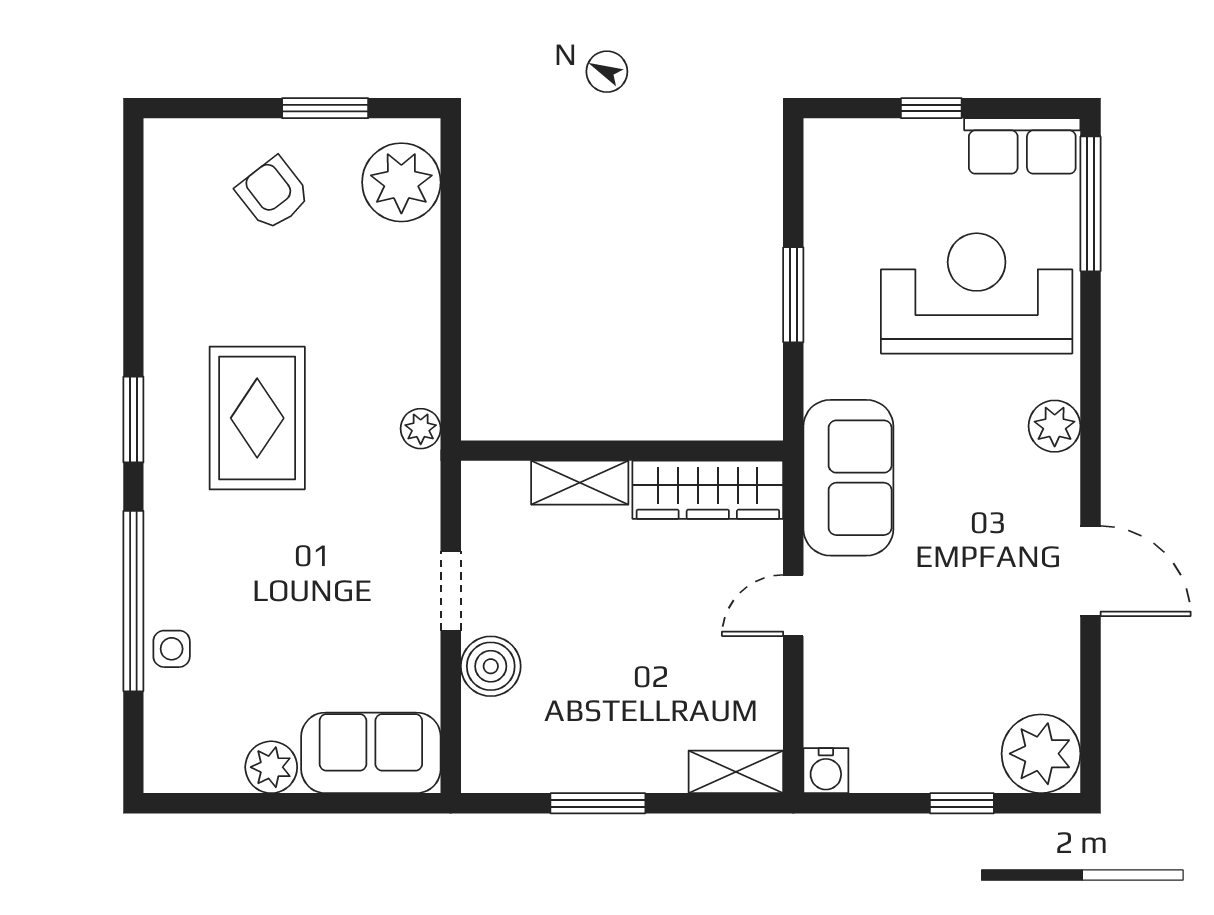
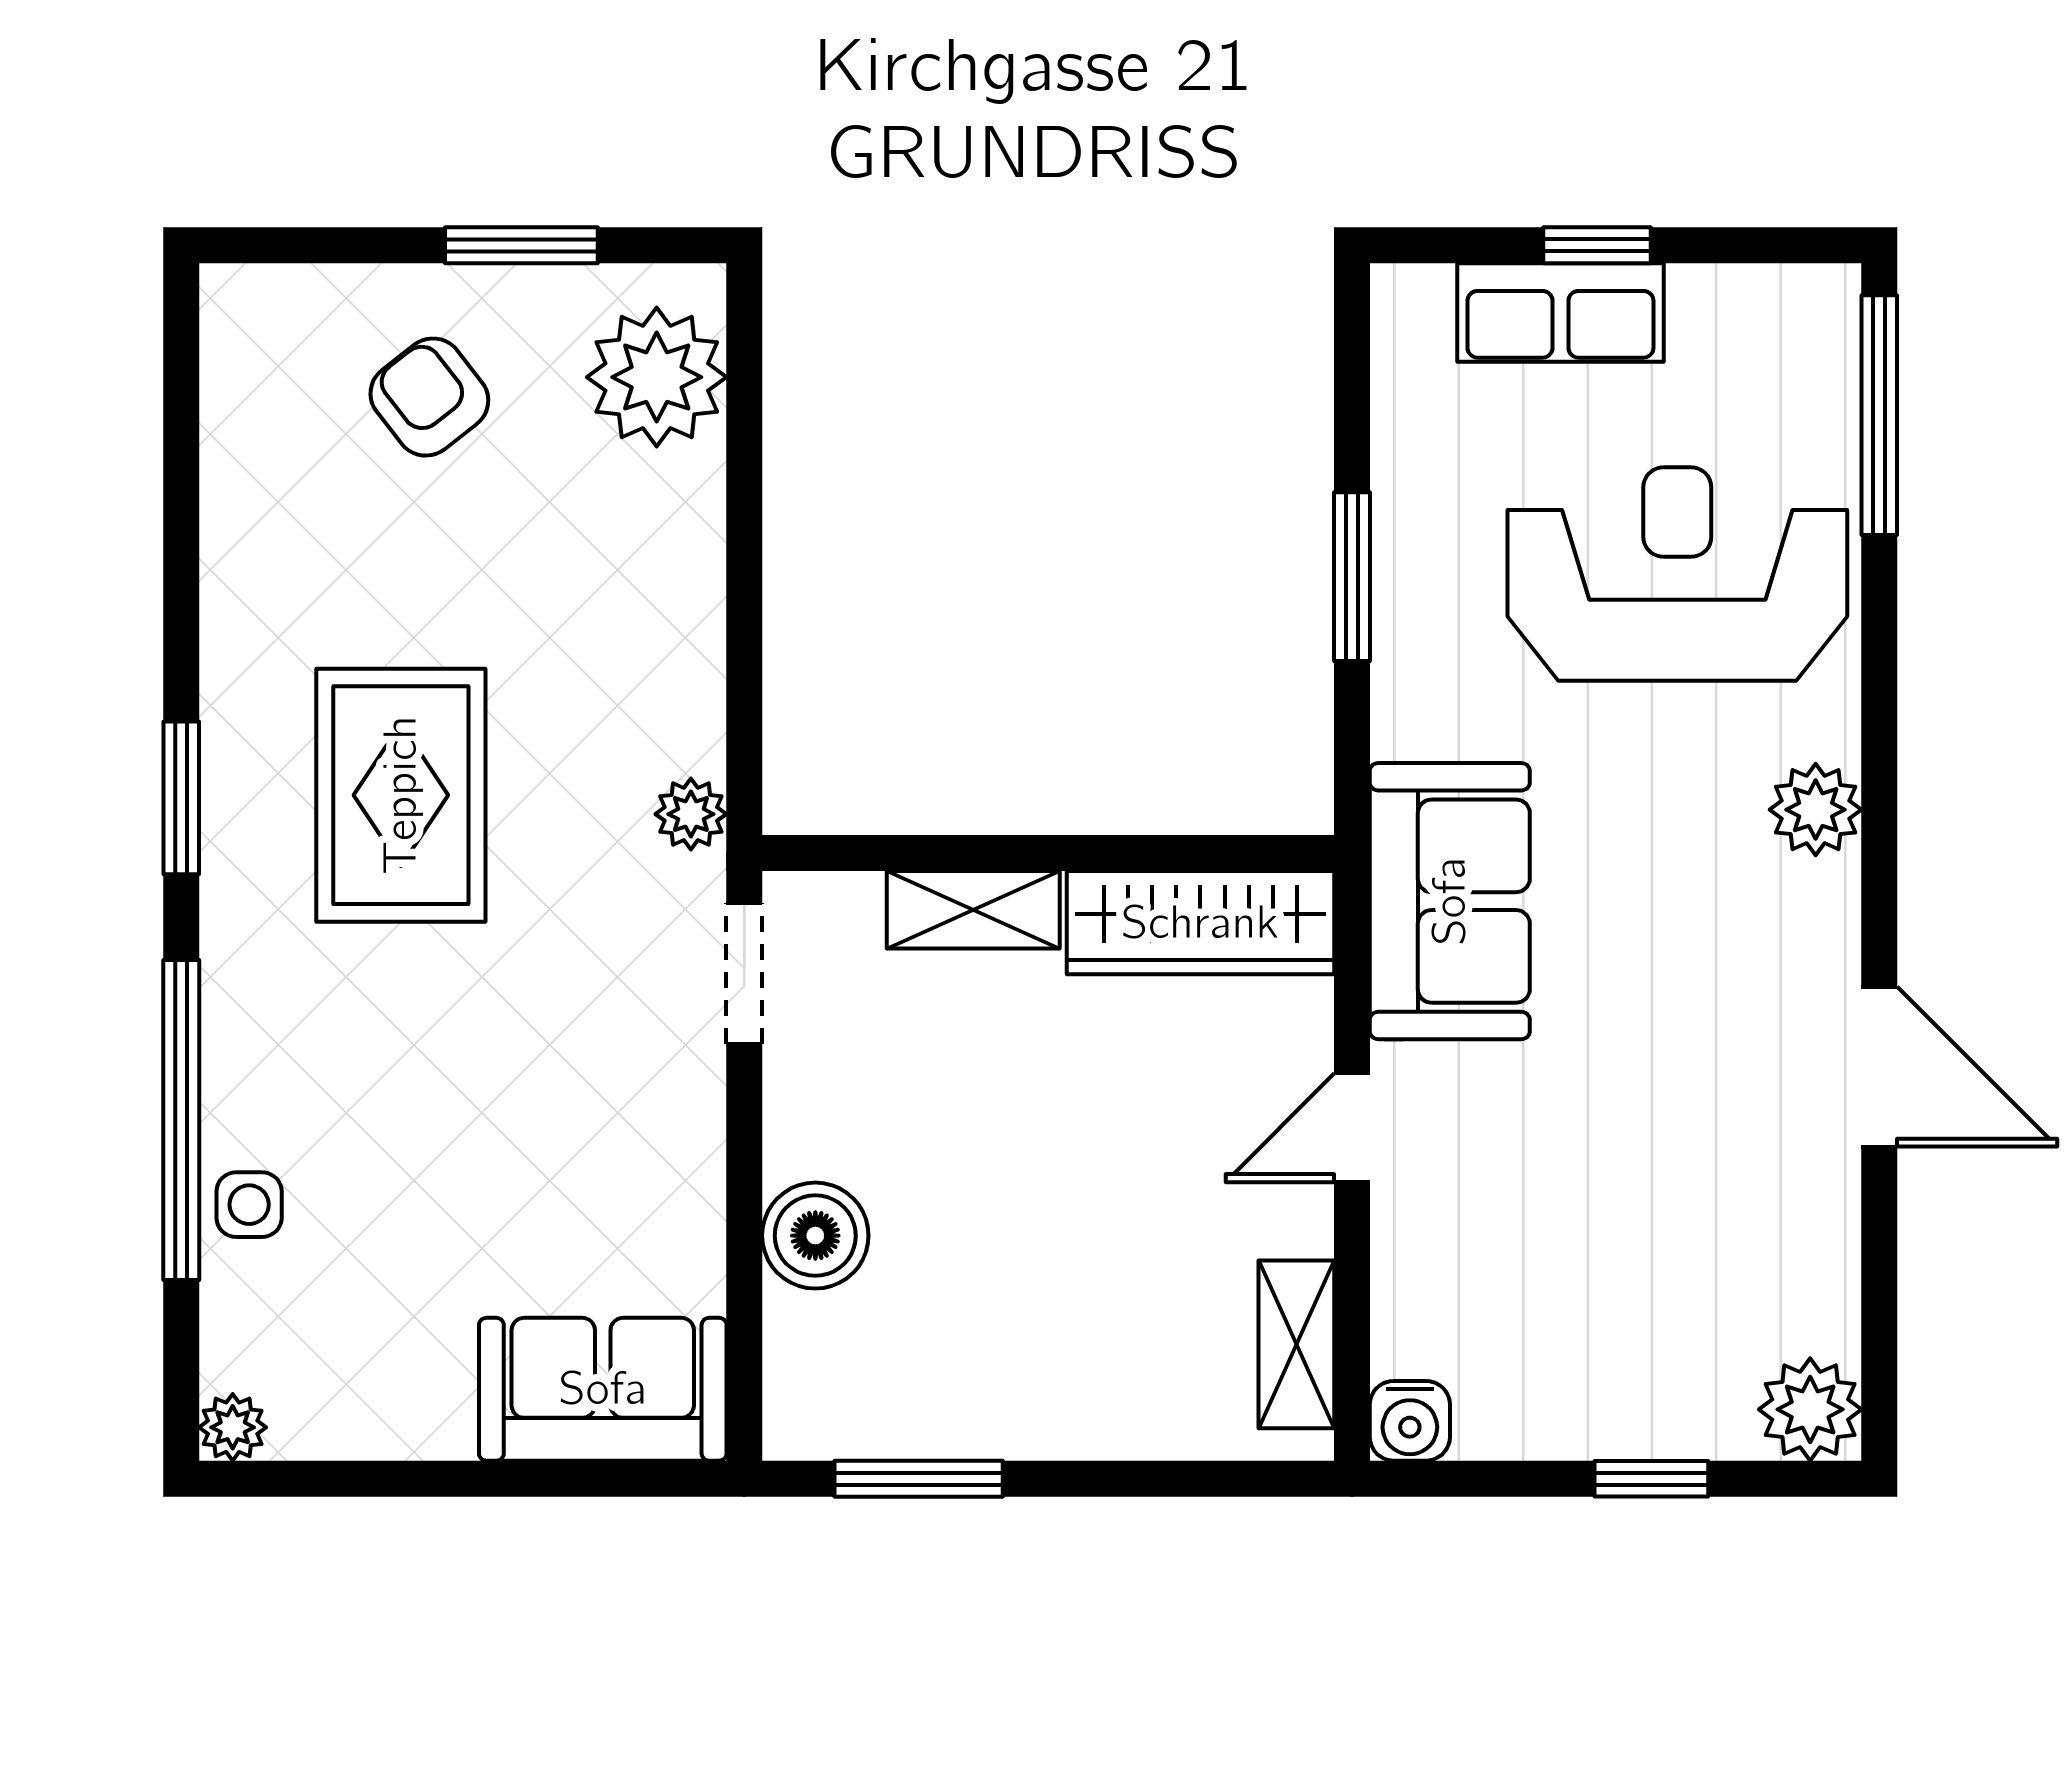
row of seats: (1022, 146) -> (1560, 313), moved
doorway: (451, 591) -> (744, 973), moved
plant: (1041, 754) -> (1810, 1409), width x0.73, depth x0.73
plant: (271, 767) -> (233, 1427), moved, width x0.73, depth x0.73
shelving: (736, 772) -> (1296, 1344), moved, turned 90
window: (598, 803) -> (919, 1479), moved

